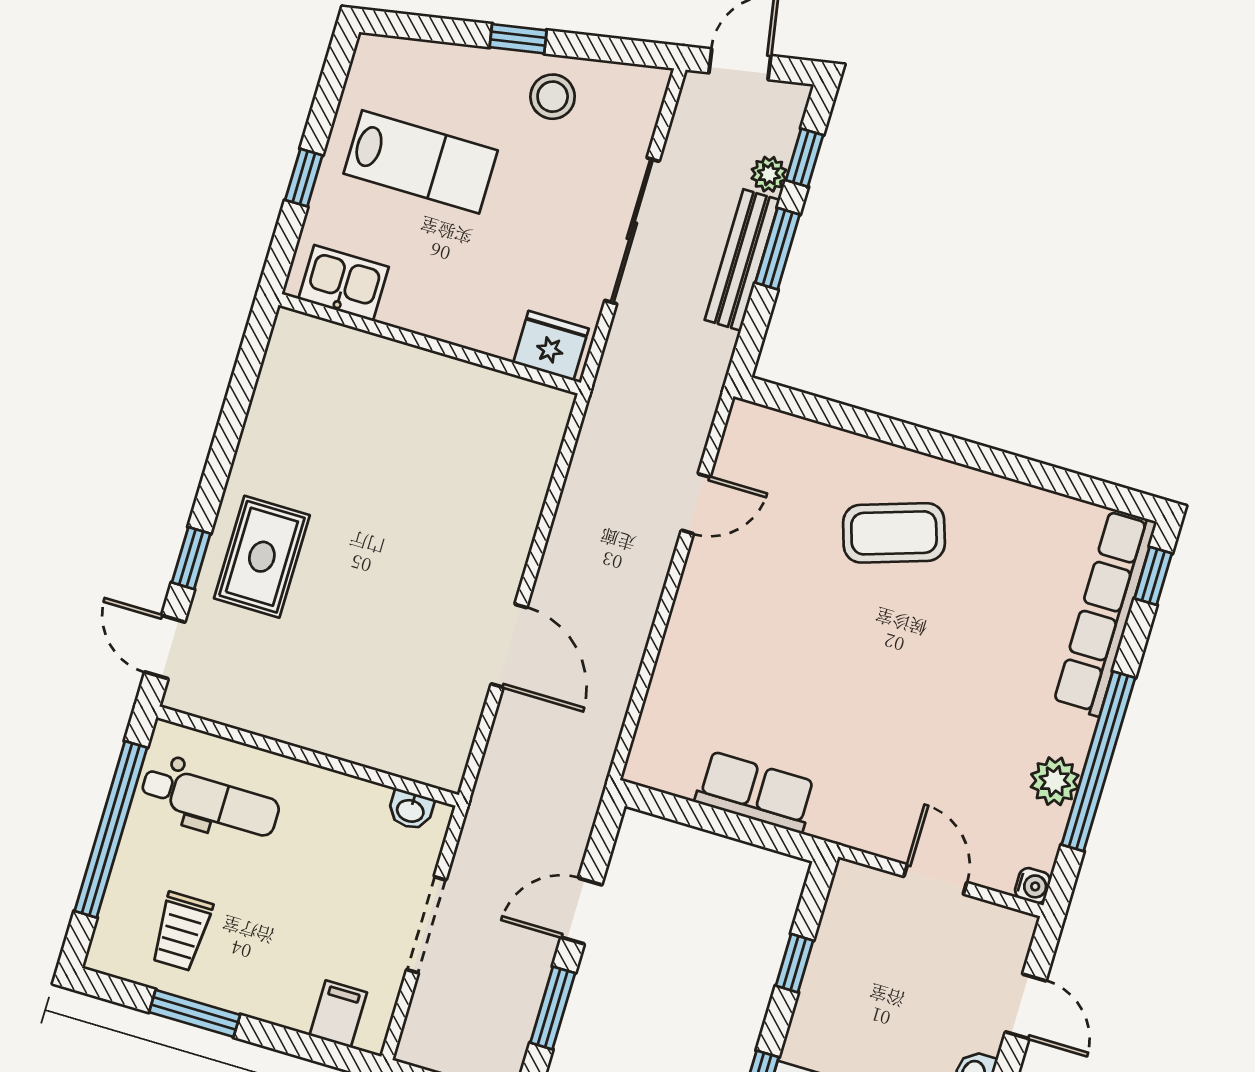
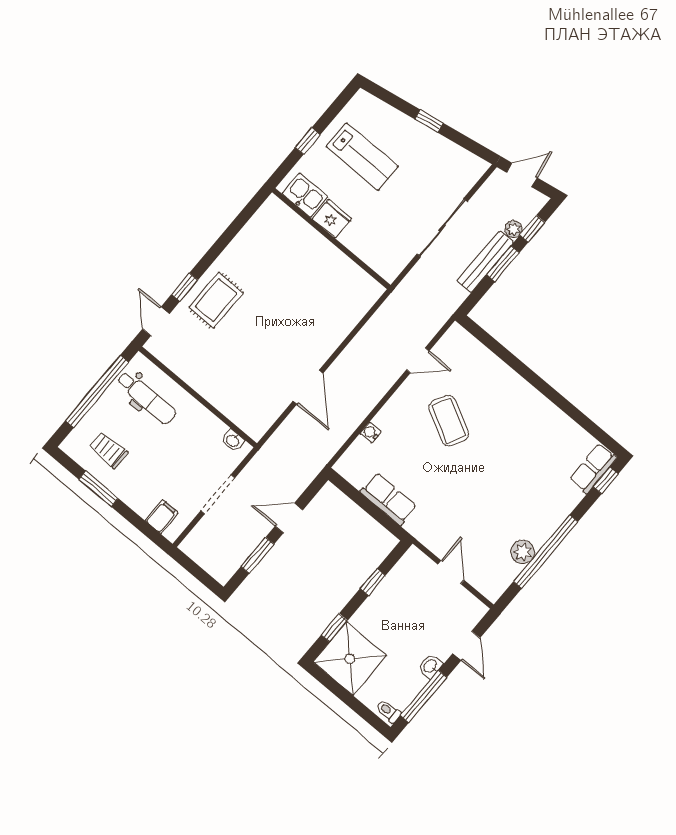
stool: (553, 97) -> (433, 153), removed
fridge: (551, 346) -> (332, 219), moved
coffee table: (894, 533) -> (449, 421), moved, turned 46
row of seats: (1105, 613) -> (593, 468), width x0.50
water cooler: (1033, 886) -> (371, 433), moved, turned 180
trolley: (181, 931) -> (108, 450), turned 90

